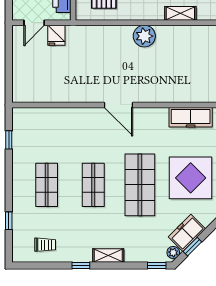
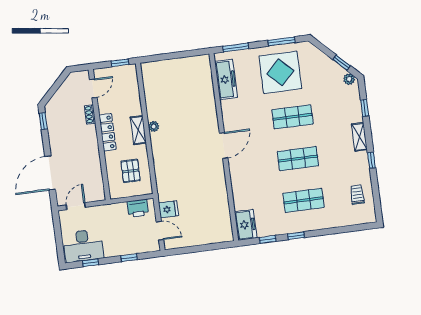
shelving: (180, 13) -> (138, 130), moved
plant: (144, 36) -> (154, 126), width x0.53, depth x0.53
shop shelf: (140, 185) -> (292, 117), width x0.70, depth x0.74
window: (9, 221) -> (296, 236), moved
freezer: (187, 233) -> (246, 225), moved, turned -135
window: (157, 265) -> (365, 108), moved

